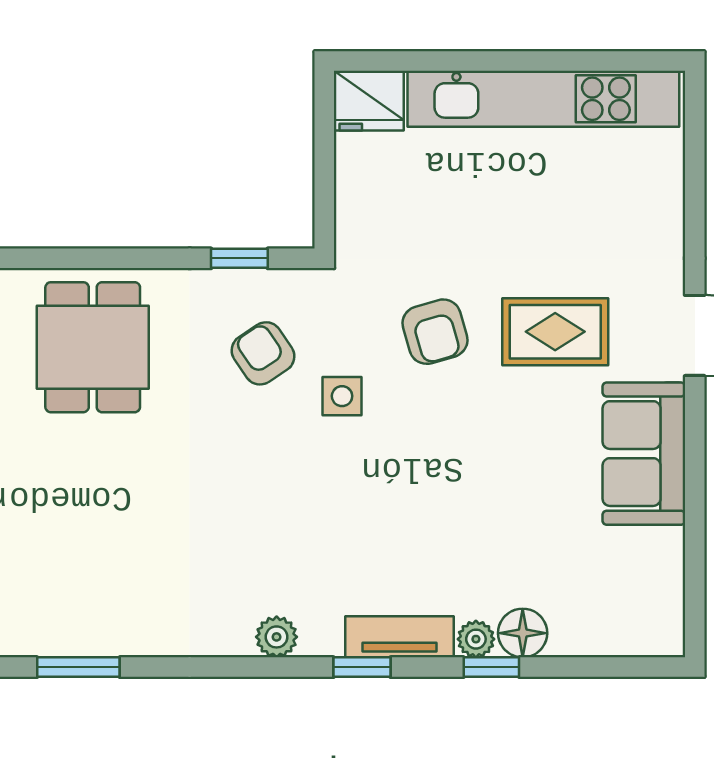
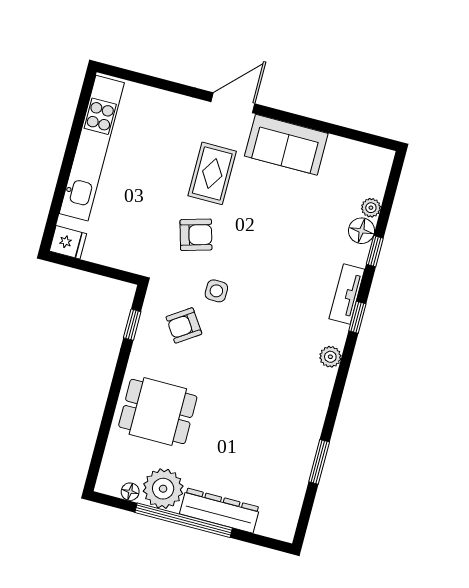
fridge: (369, 101) -> (68, 242), width x0.72
plant: (476, 639) -> (371, 208), moved

